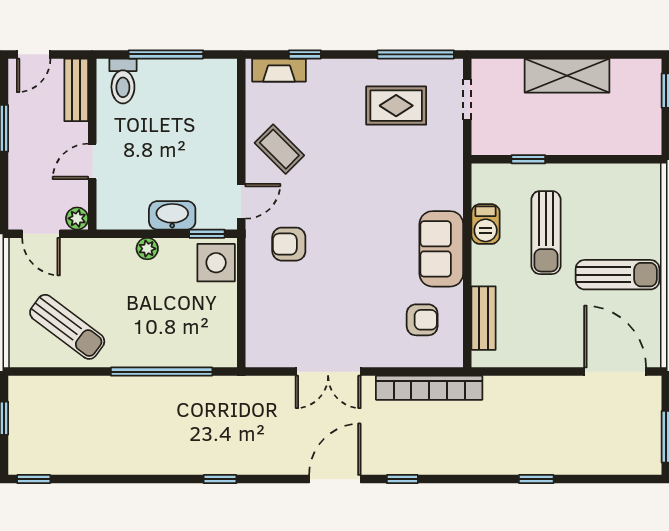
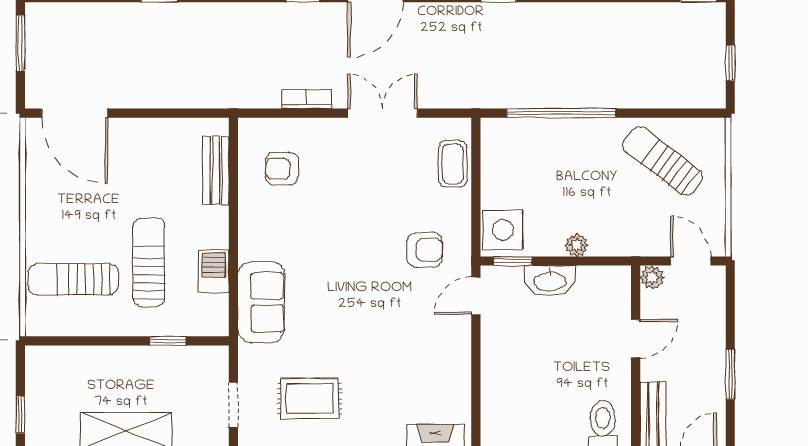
coffee table: (279, 149) -> (453, 164), moved, turned 45
sofa: (441, 249) -> (261, 302), moved
sun lounger: (618, 275) -> (73, 279), moved
bookcase: (429, 388) -> (307, 99), width x0.43, depth x0.76

